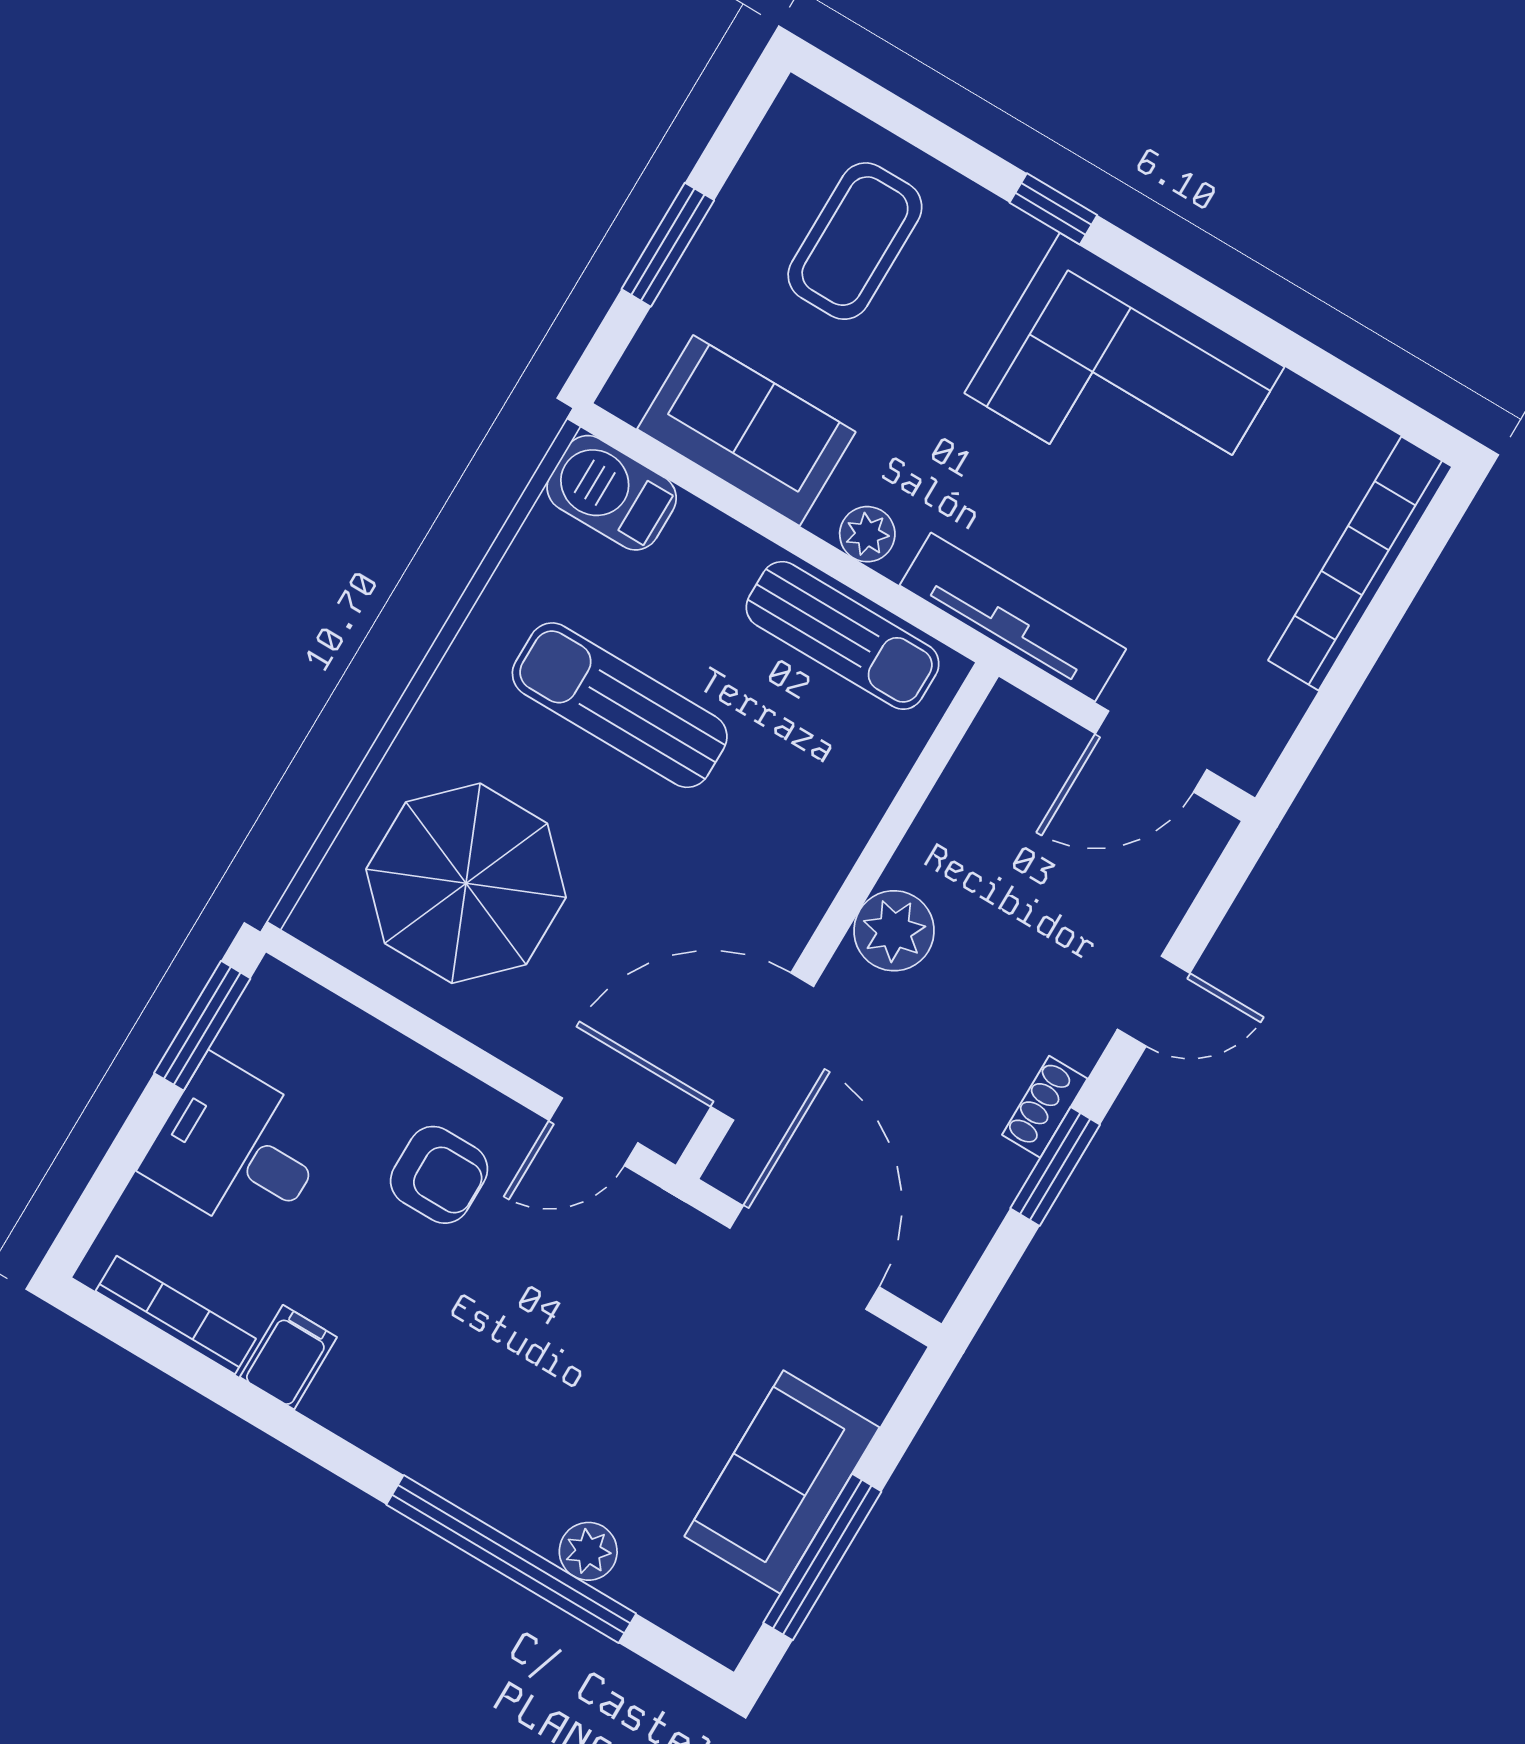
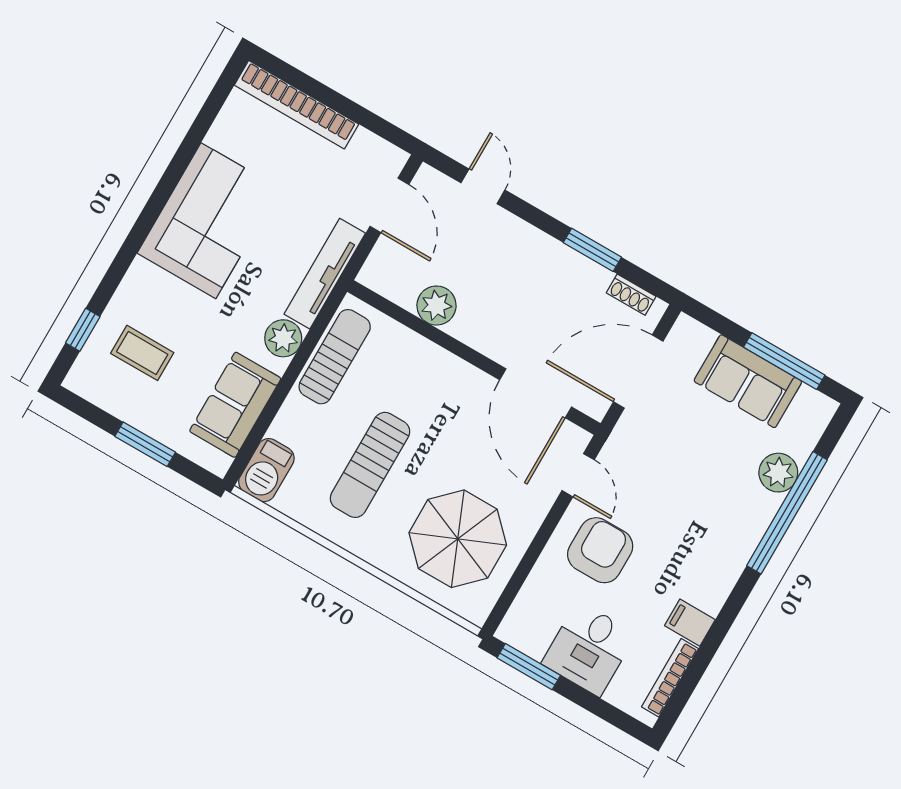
window: (1053, 209) -> (83, 330), moved
coffee table: (855, 241) -> (142, 353), width x0.73, depth x0.77
plant: (867, 534) -> (283, 338), width x1.38, depth x1.38
plant: (894, 931) -> (437, 306), moved
door: (1154, 1001) -> (483, 186), moved
shoe rack: (1045, 1107) -> (631, 295), moved
armchair: (439, 1175) -> (600, 550), width x1.38, depth x1.38
plant: (588, 1551) -> (778, 473), width x1.38, depth x1.38

